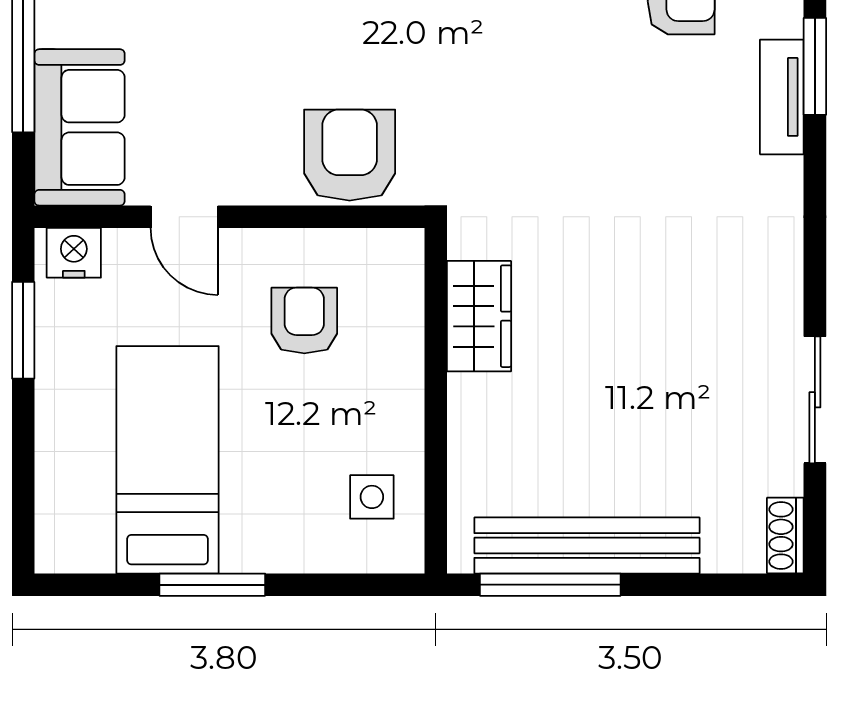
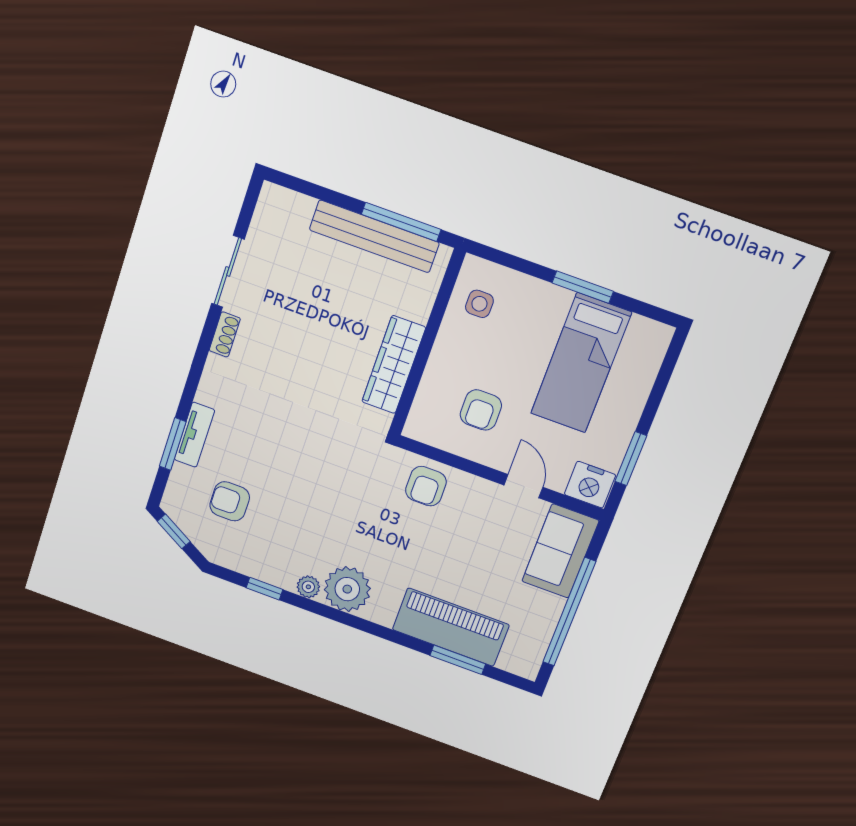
armchair: (350, 155) -> (426, 486), width x0.72, depth x0.72
nightstand: (74, 253) -> (590, 485), width x1.36, depth x1.33
wardrobe: (479, 316) -> (394, 365), width x1.50
shoe rack: (785, 535) -> (225, 334), moved

